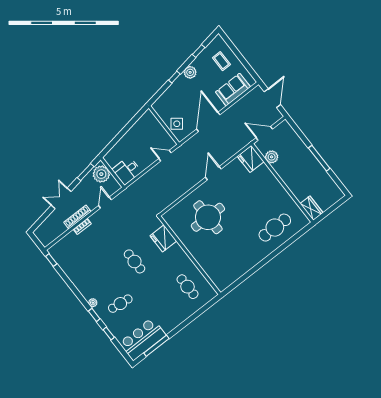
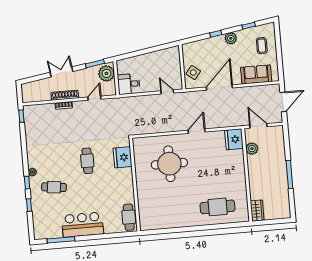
cafe table: (187, 287) -> (129, 217), moved
bar counter: (142, 339) -> (83, 225), moved

